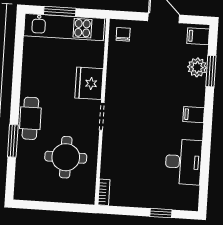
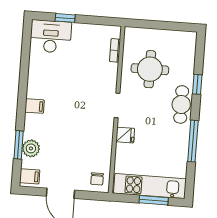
window: (17, 78) -> (193, 141), added
fridge: (89, 83) -> (125, 135), width x0.53, depth x0.75
window: (13, 141) -> (197, 84), width x0.67
desk: (183, 162) -> (51, 36), moved, turned 90
bookcase: (104, 192) -> (115, 50), moved

